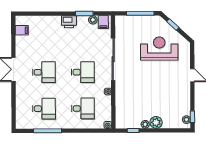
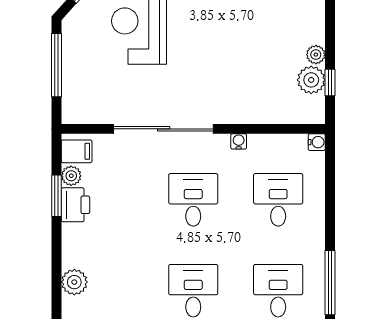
plant: (47, 21) -> (74, 282), added
printer: (69, 22) -> (75, 205), moved
plant: (156, 122) -> (311, 80), moved

